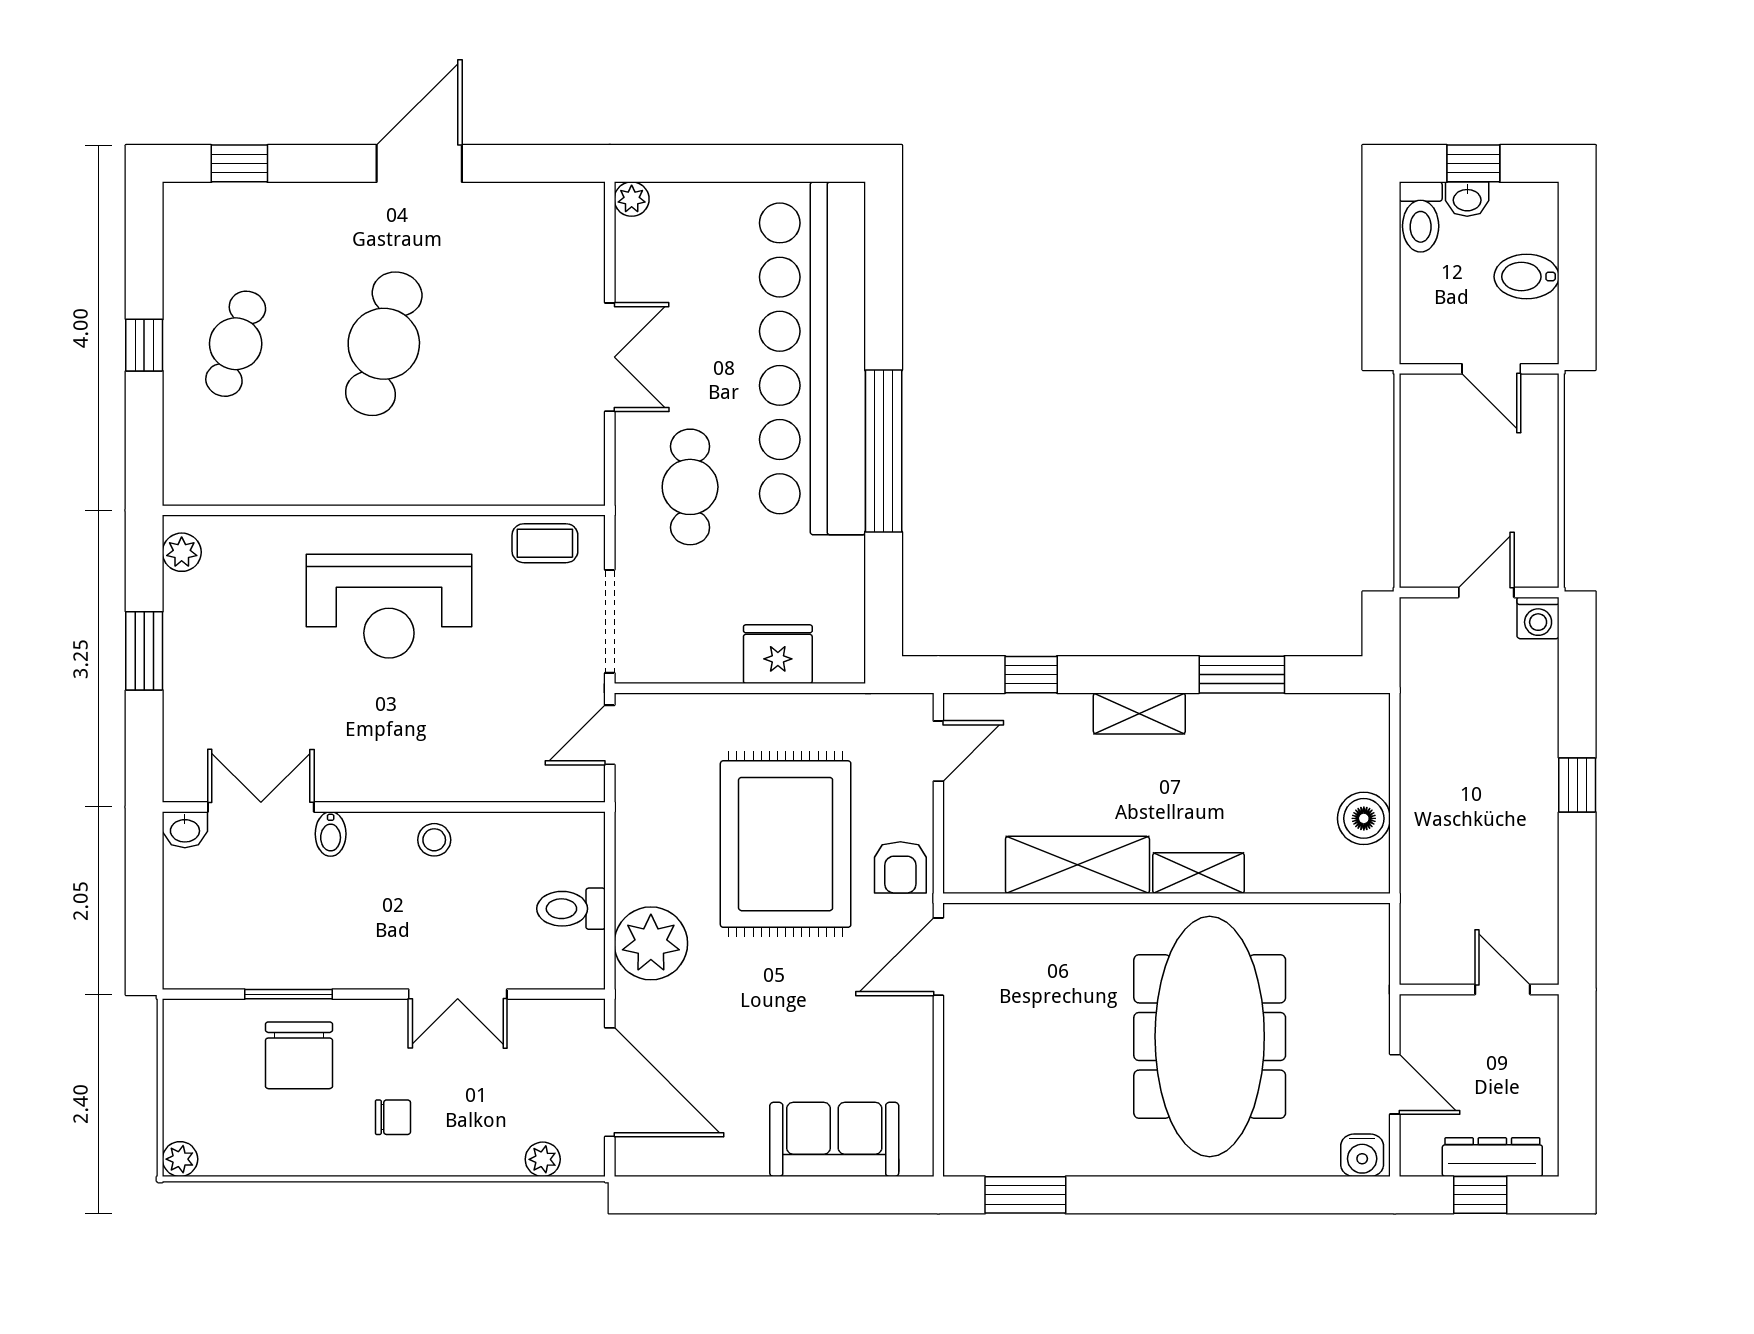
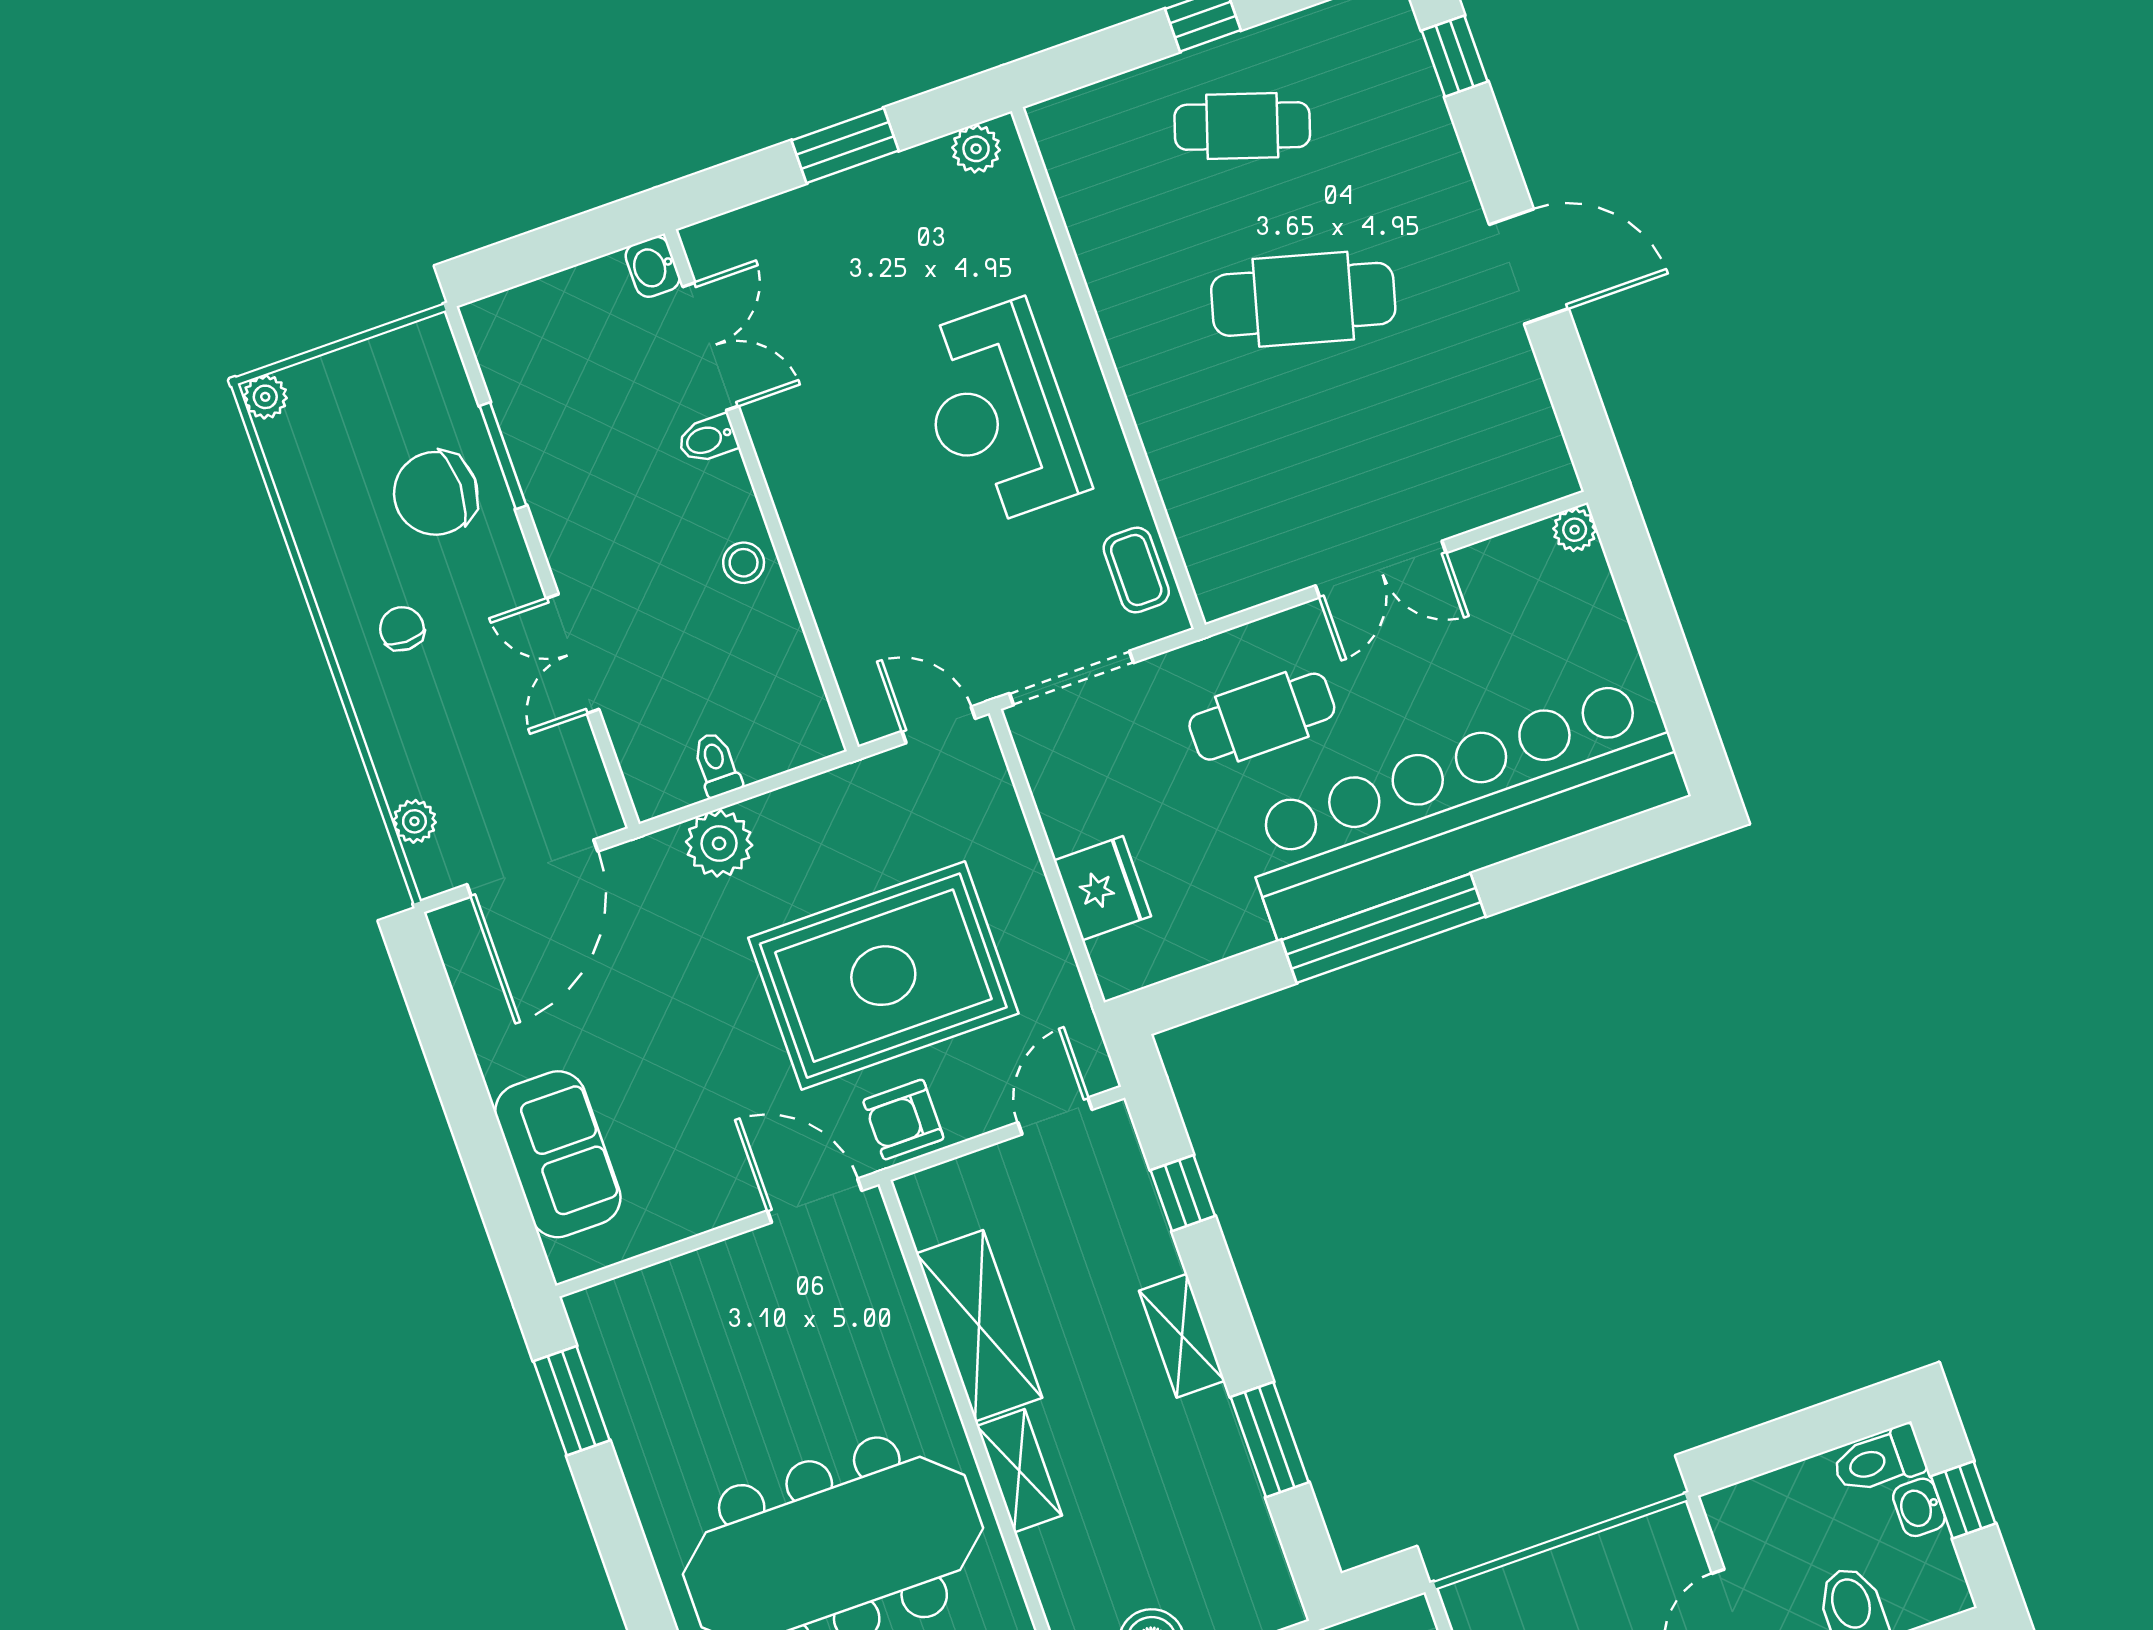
door: (938, 751) -> (1055, 1116), swing flipped
toilet: (571, 909) -> (717, 765), width x0.73, depth x0.72
plant: (651, 943) -> (719, 843), width x0.73, depth x0.73
chair: (393, 1117) -> (402, 629), turned 180

